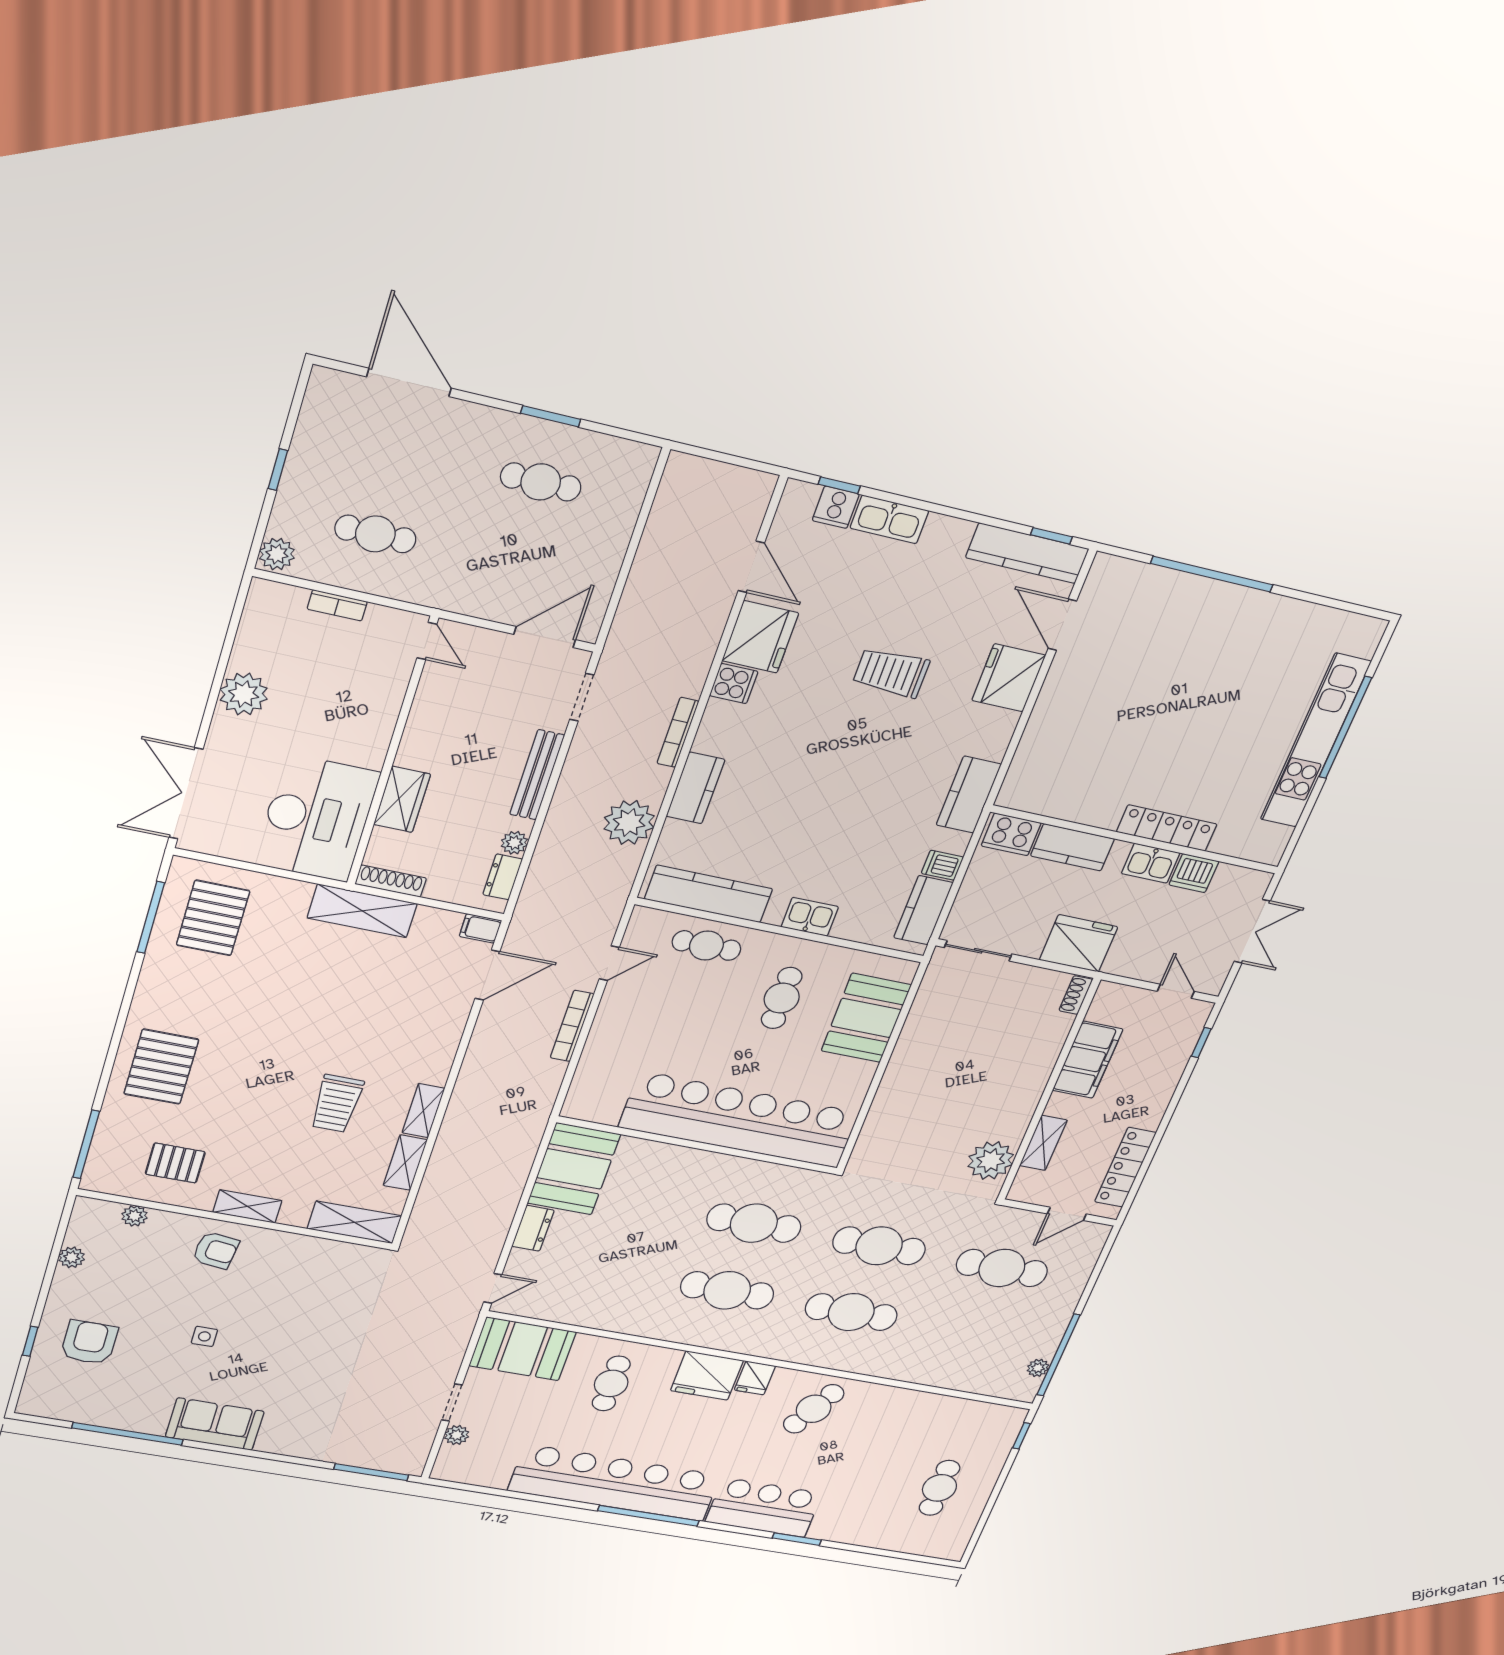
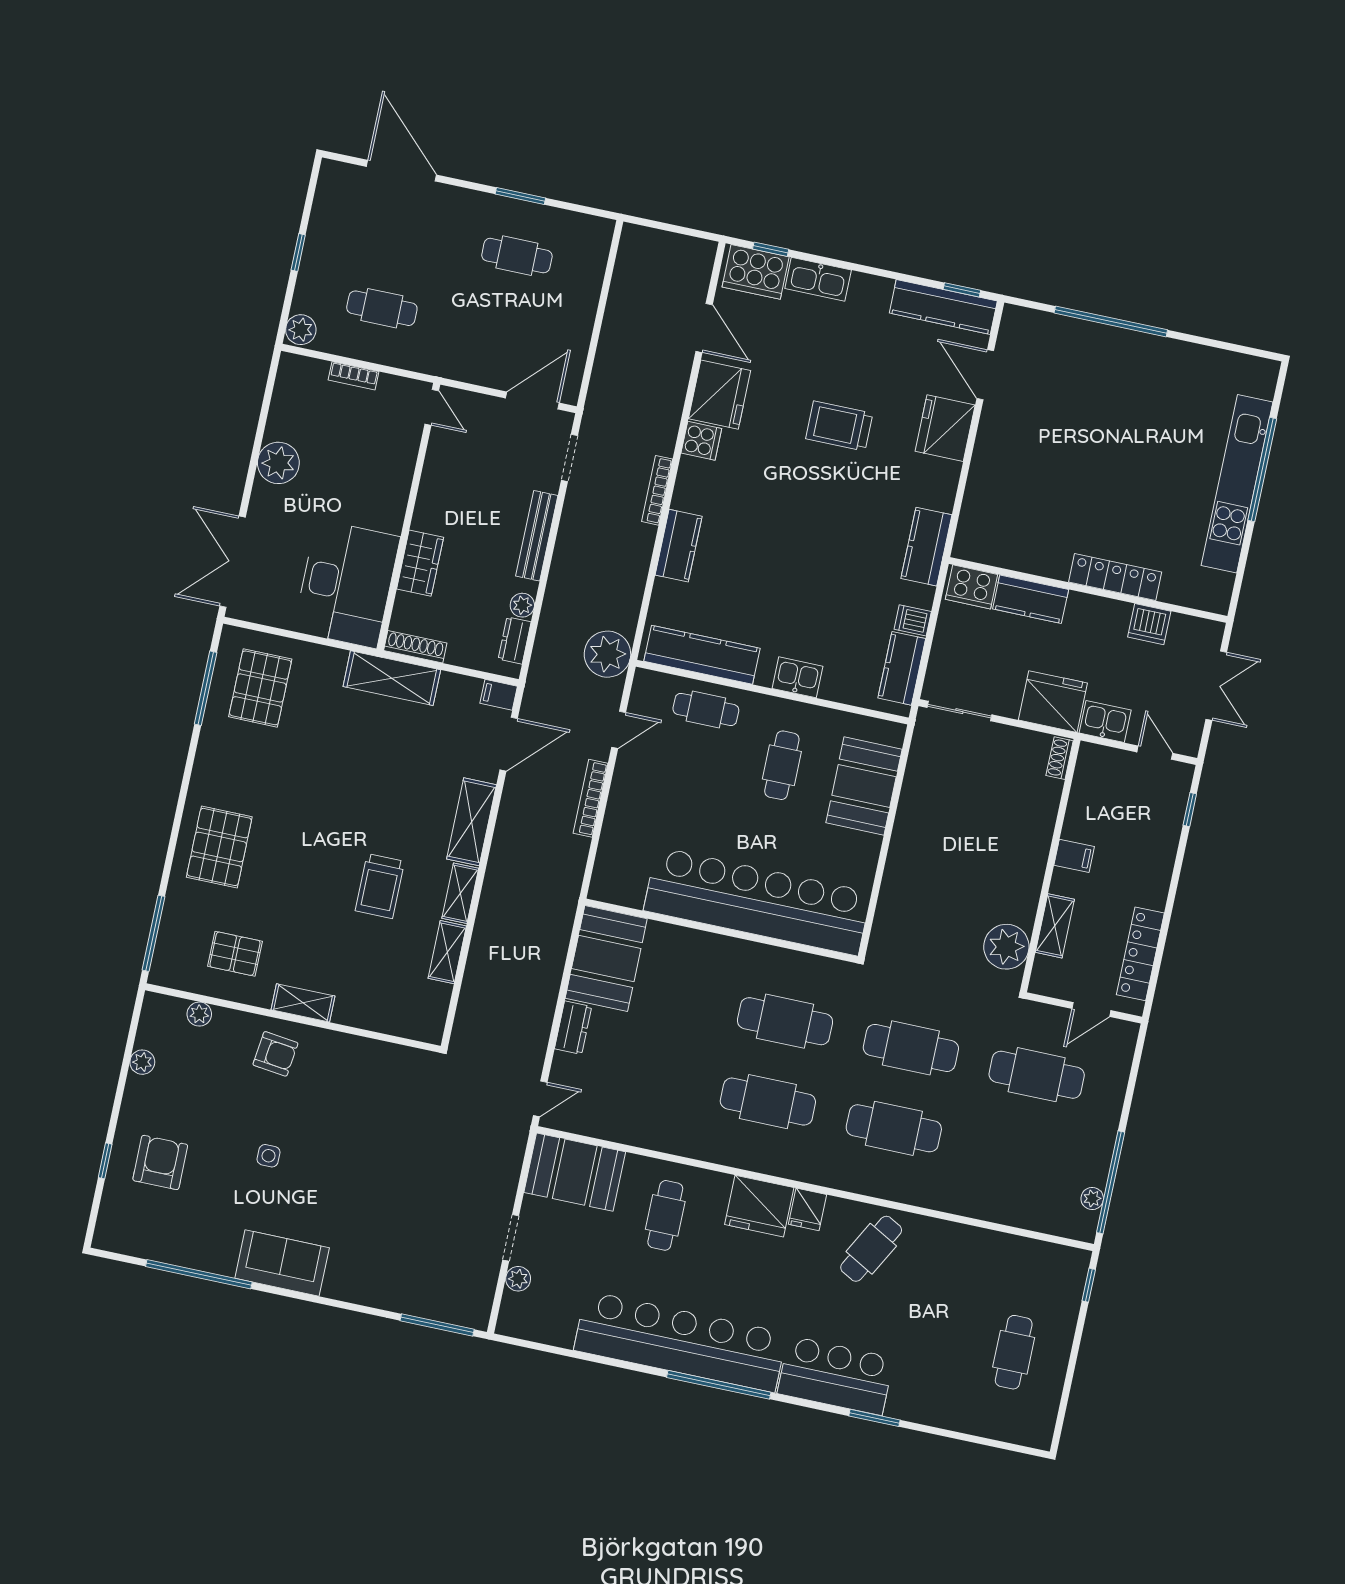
cooker: (836, 507) -> (756, 272), width x1.87, depth x1.31
plant: (629, 822) -> (607, 654), moved
kitchen sink: (1151, 863) -> (1105, 721), moved, turned 180
filing cabinet: (1088, 1060) -> (1074, 856), width x0.33, depth x0.86
shelving: (354, 1222) -> (472, 822), moved, turned 90

